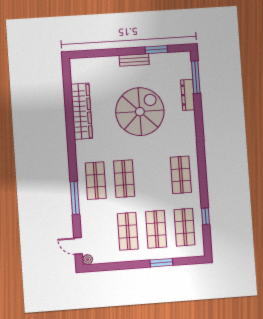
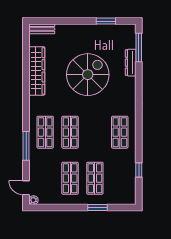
bench: (134, 60) -> (42, 29), moved
shop shelf: (184, 227) -> (120, 178), removed

